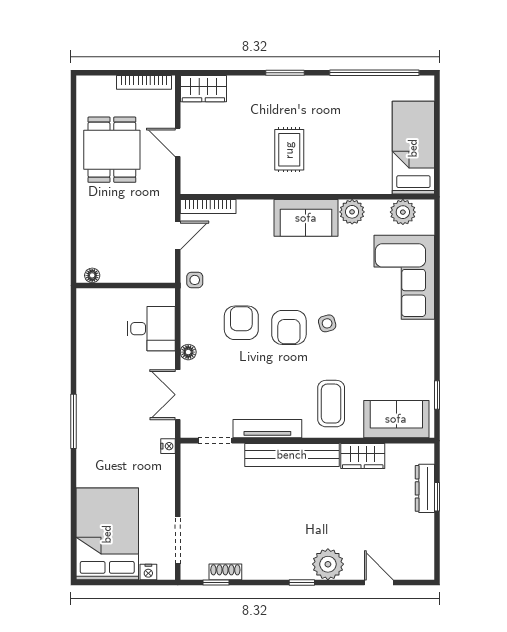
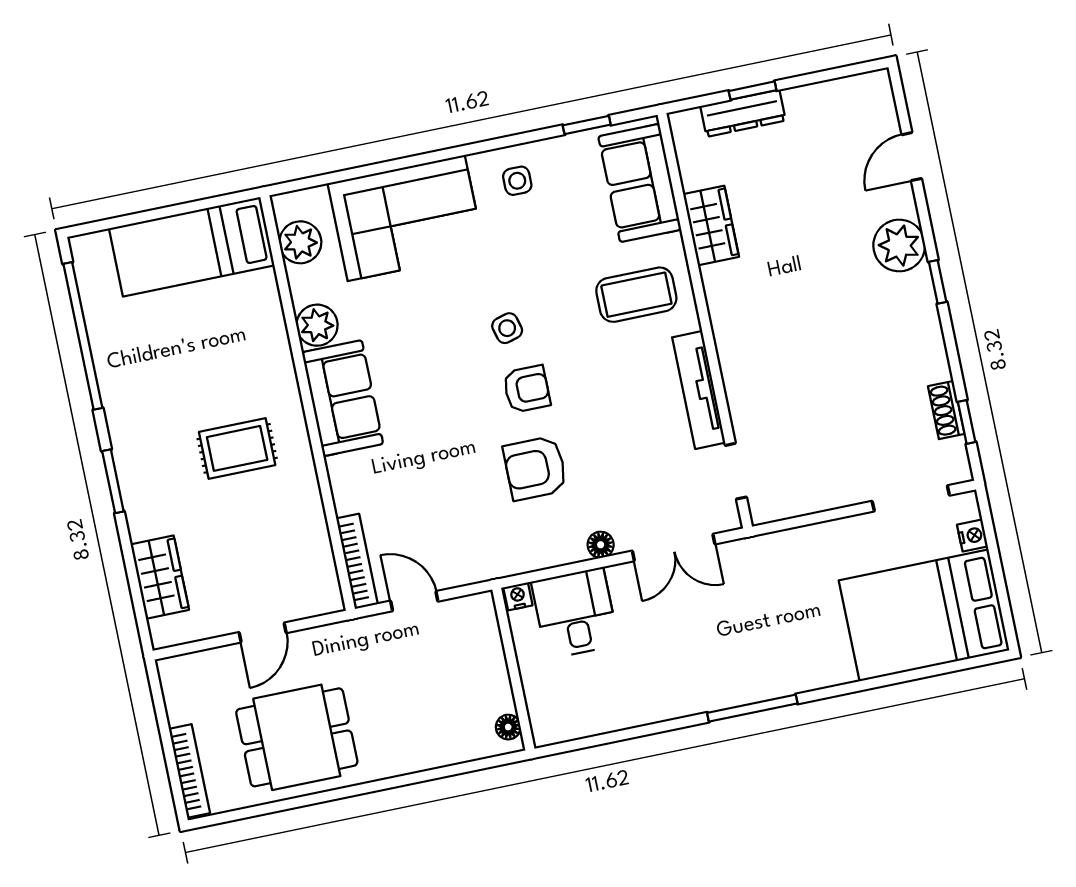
bookcase: (144, 82) -> (189, 771), moved
wardrobe: (203, 89) -> (160, 577), moved
side table: (195, 280) -> (517, 181), moved
armchair: (289, 327) -> (527, 389), width x0.72, depth x0.72
nightstand: (168, 446) -> (518, 596), moved
bench: (292, 455) -> (733, 341), removed

